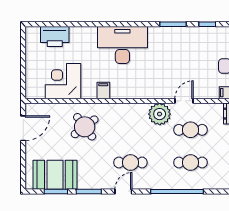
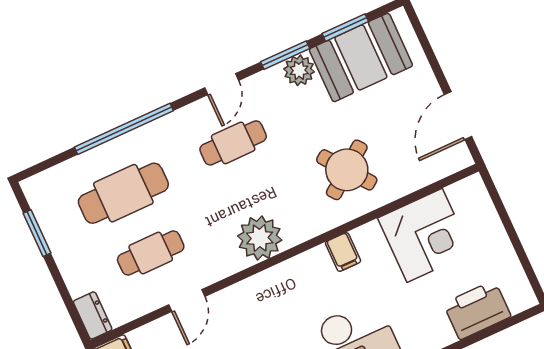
plant: (160, 114) -> (260, 238), moved
cafe table: (190, 162) -> (123, 193), width x1.37, depth x1.35
plant: (86, 182) -> (299, 70), added

